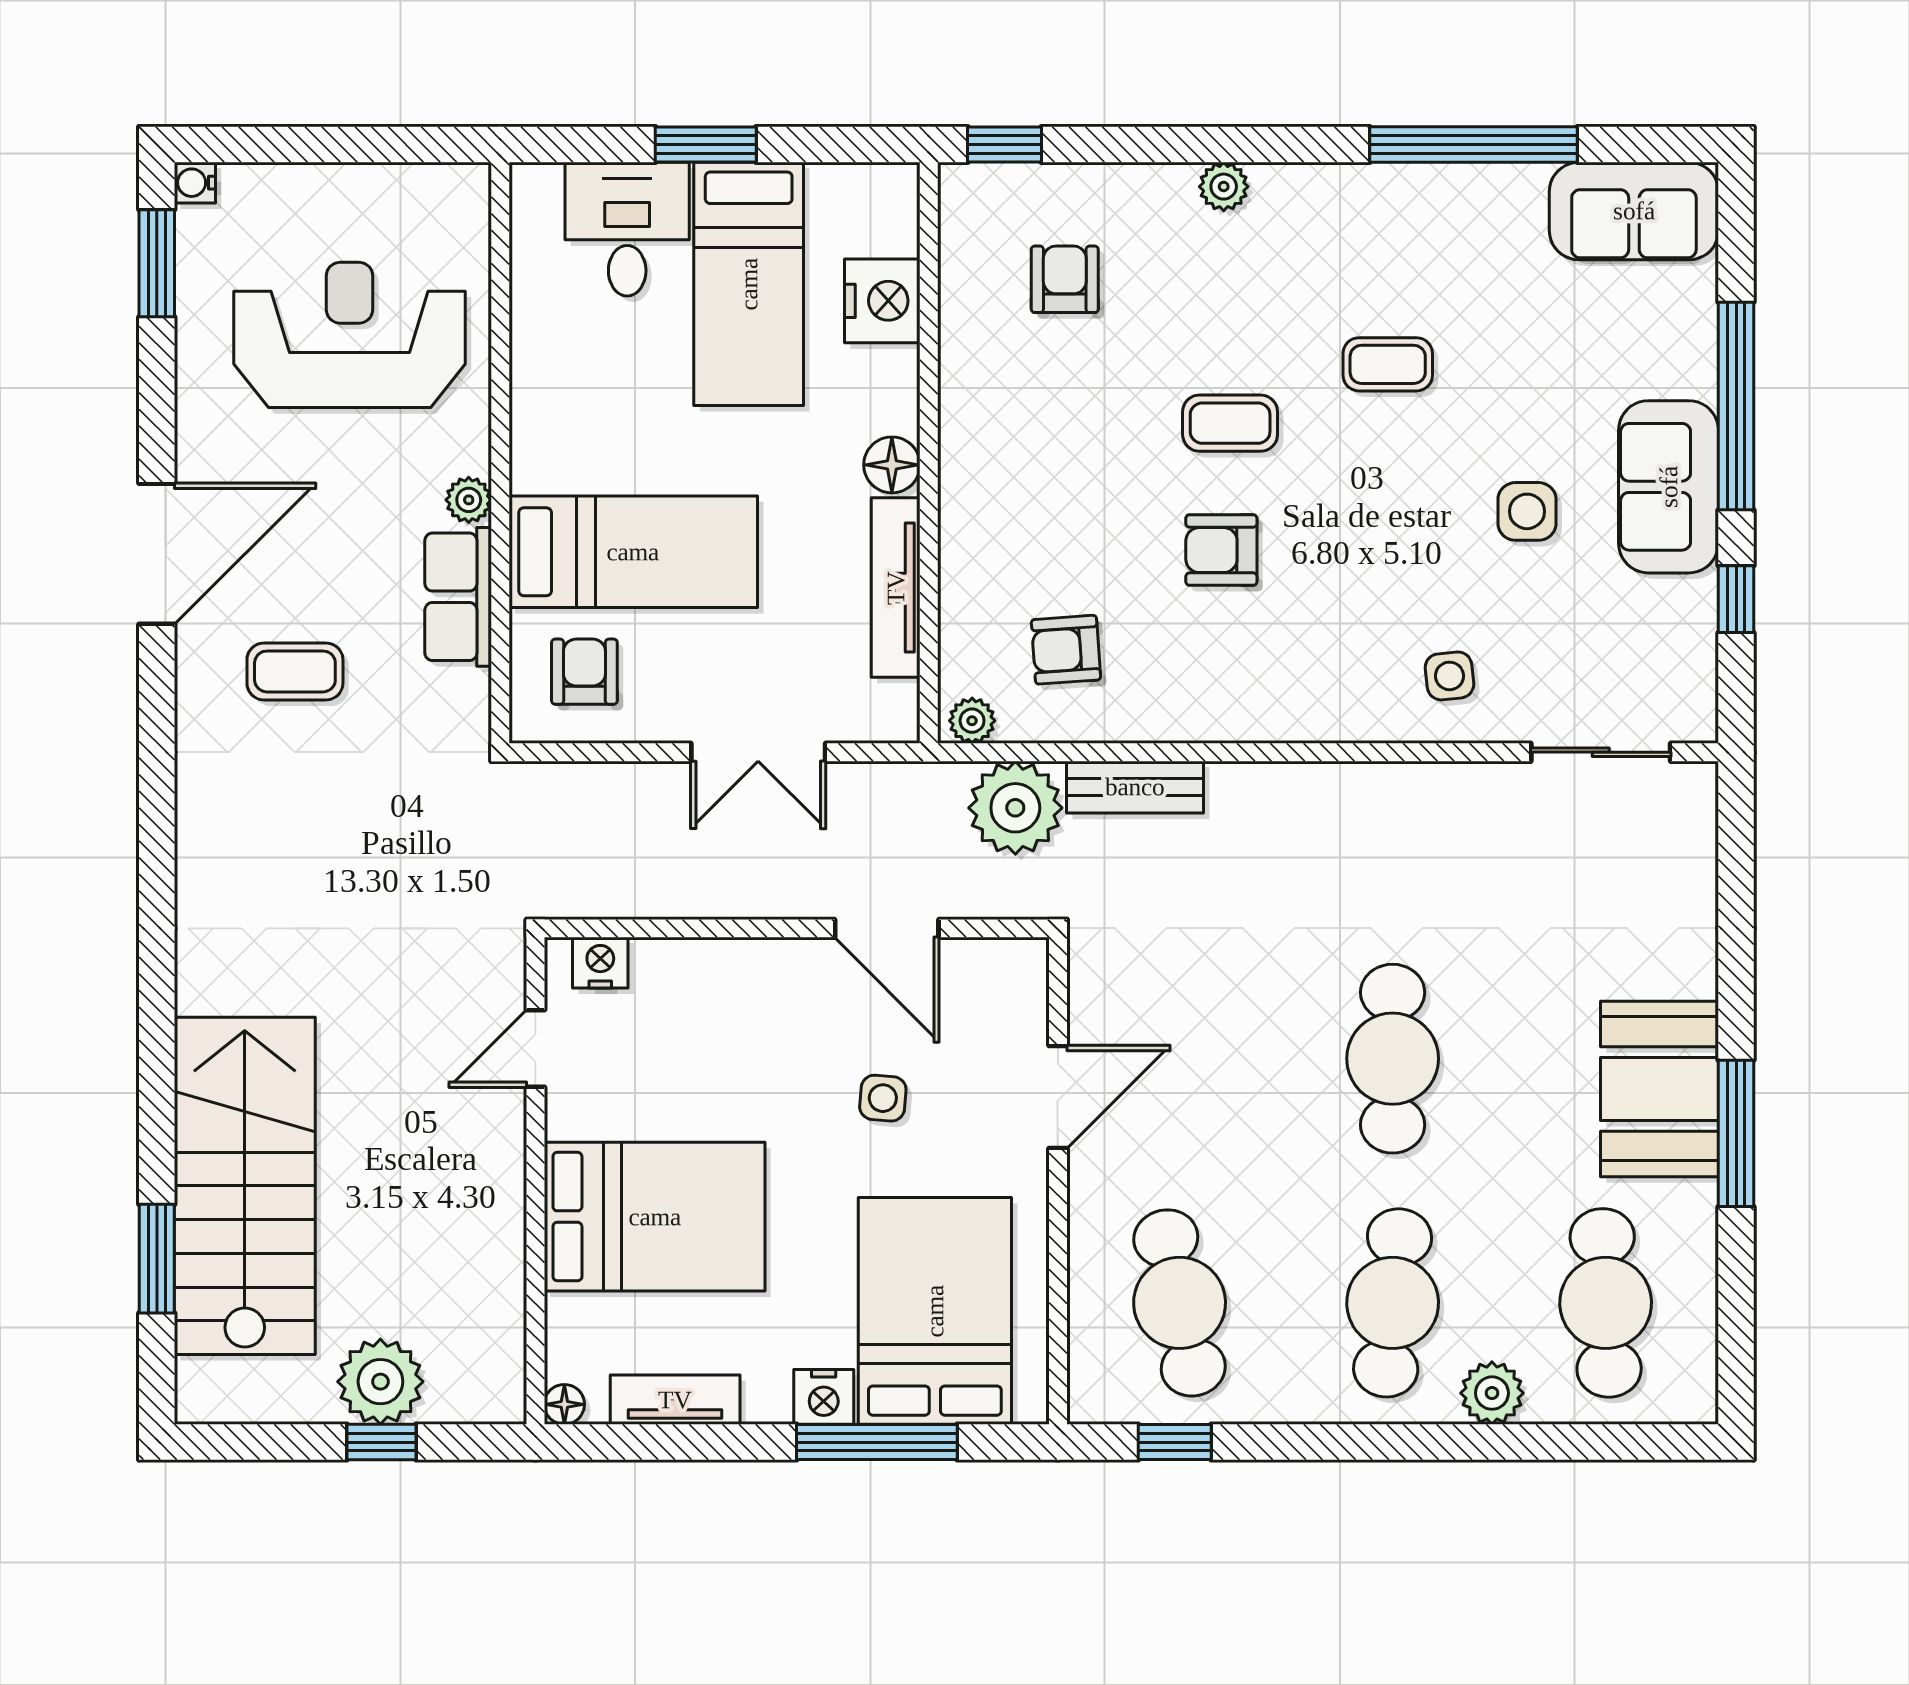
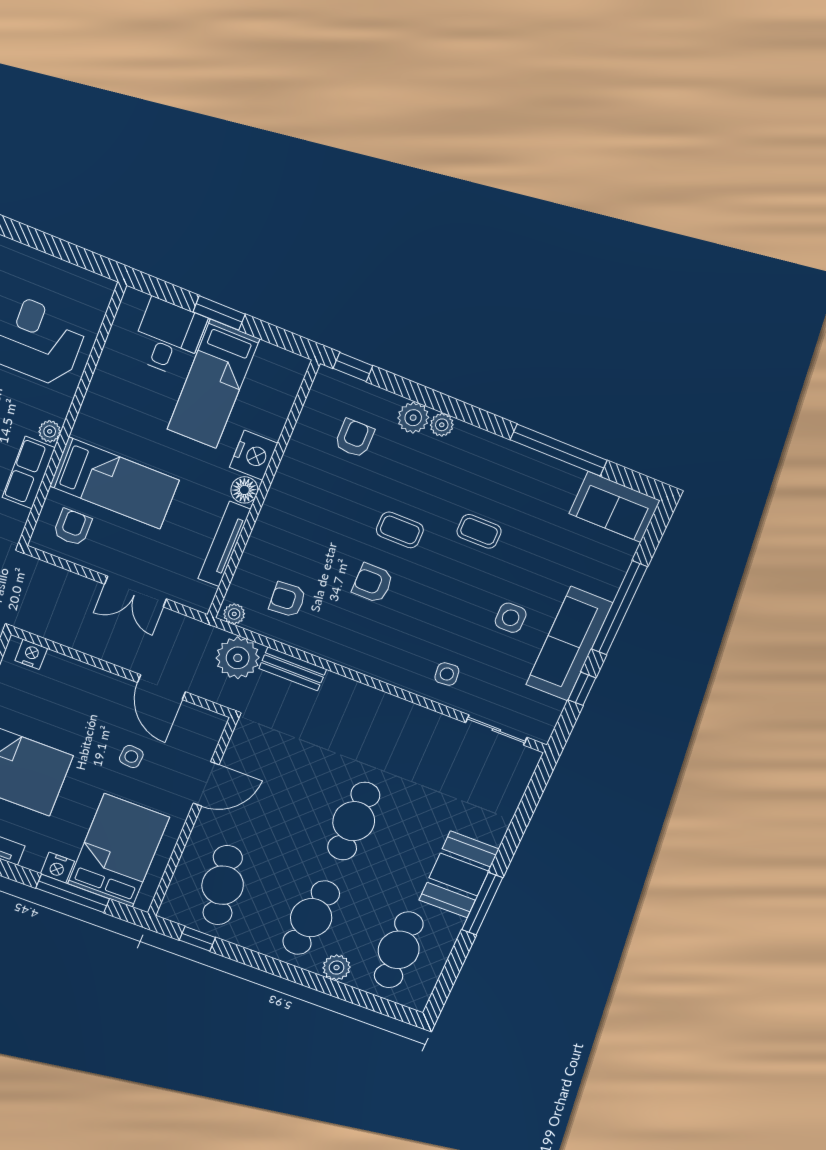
plant: (1162, 195) -> (413, 418), added
nightstand: (882, 301) -> (254, 455), moved
sofa: (1669, 487) -> (569, 644), width x1.36

